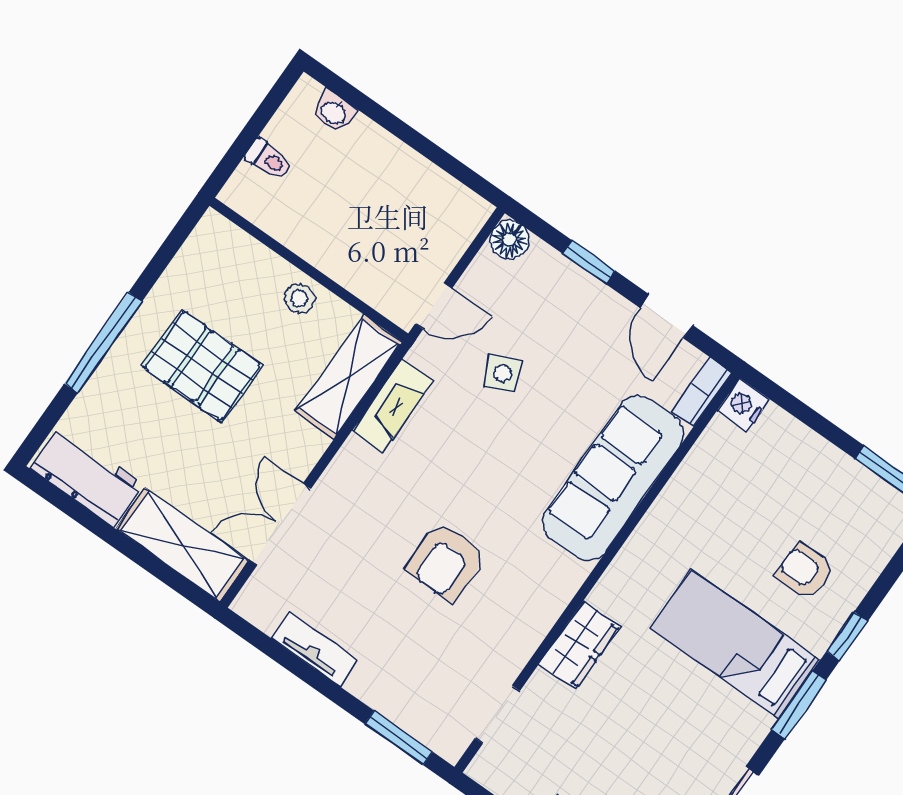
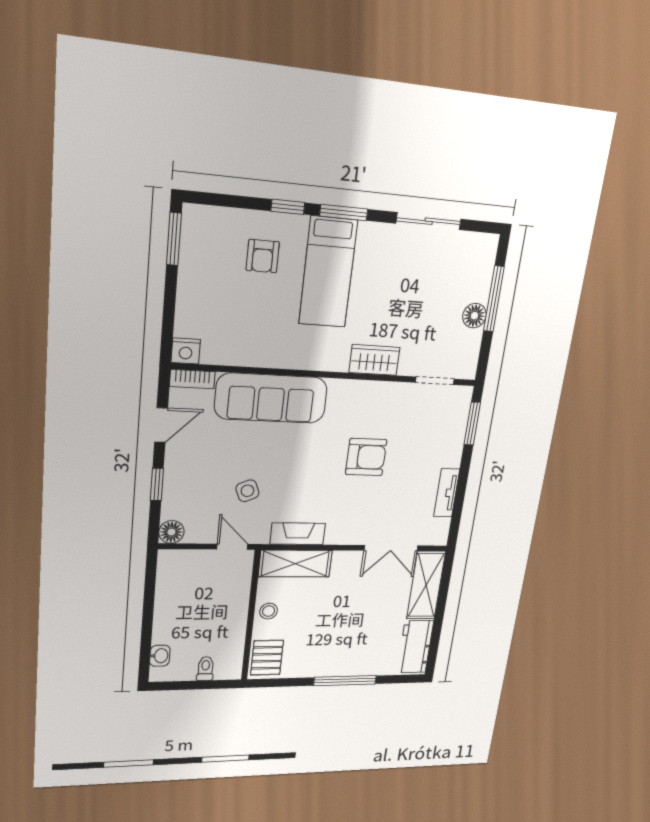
pallet: (202, 366) -> (267, 658), moved, width x0.67, depth x0.71

